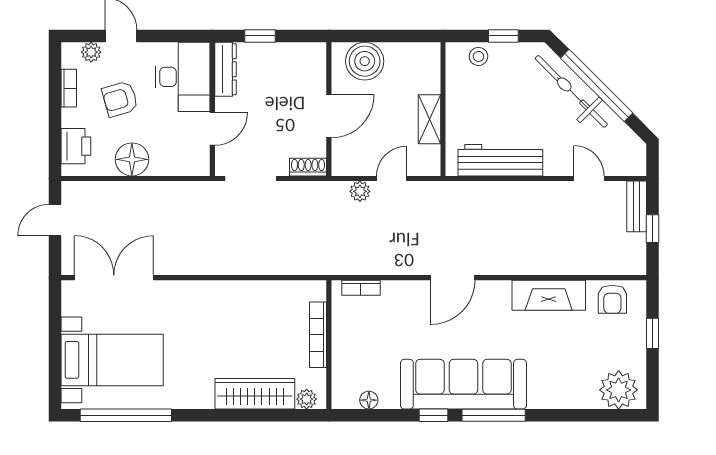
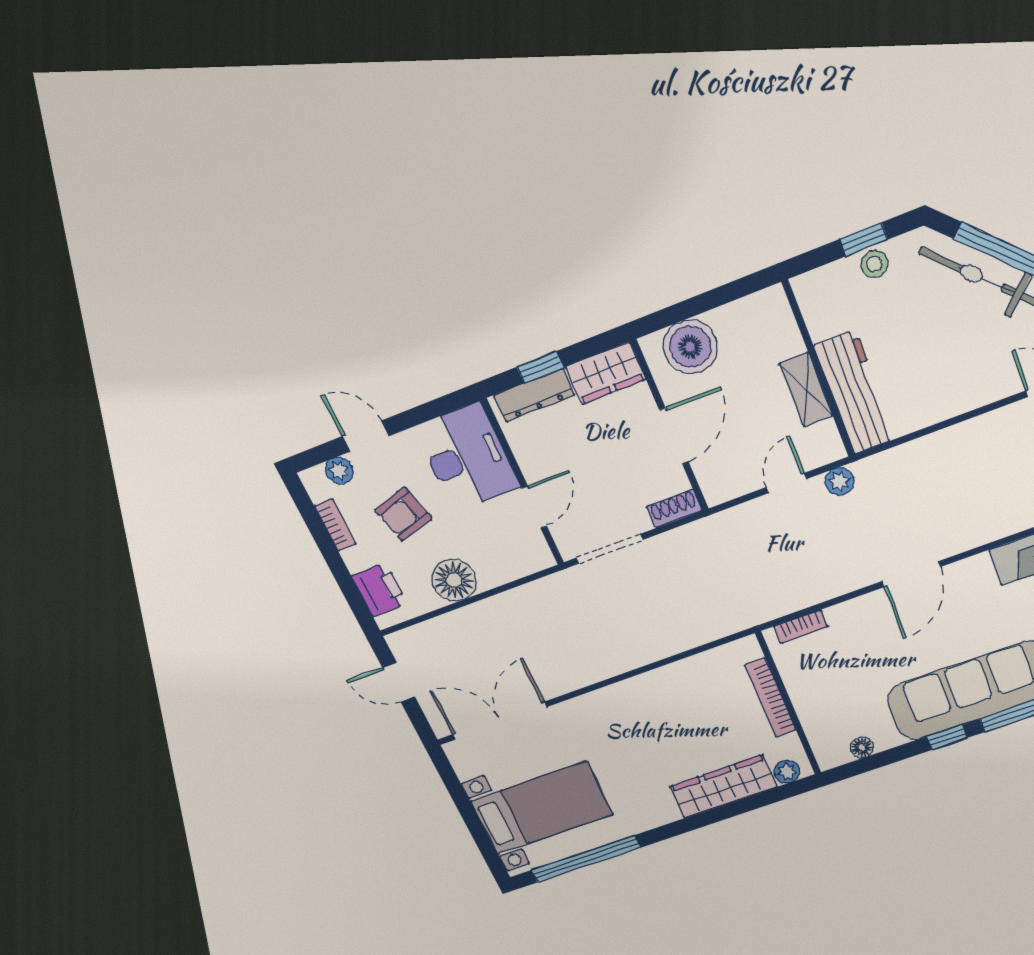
stool: (478, 56) -> (874, 264), moved
wardrobe: (302, 57) -> (606, 373), added
dresser: (226, 69) -> (534, 395), moved, turned 90
workbench: (500, 160) -> (855, 393), moved, turned 90
plant: (360, 191) -> (840, 481), moved
door: (55, 220) -> (399, 682), hinge flipped

